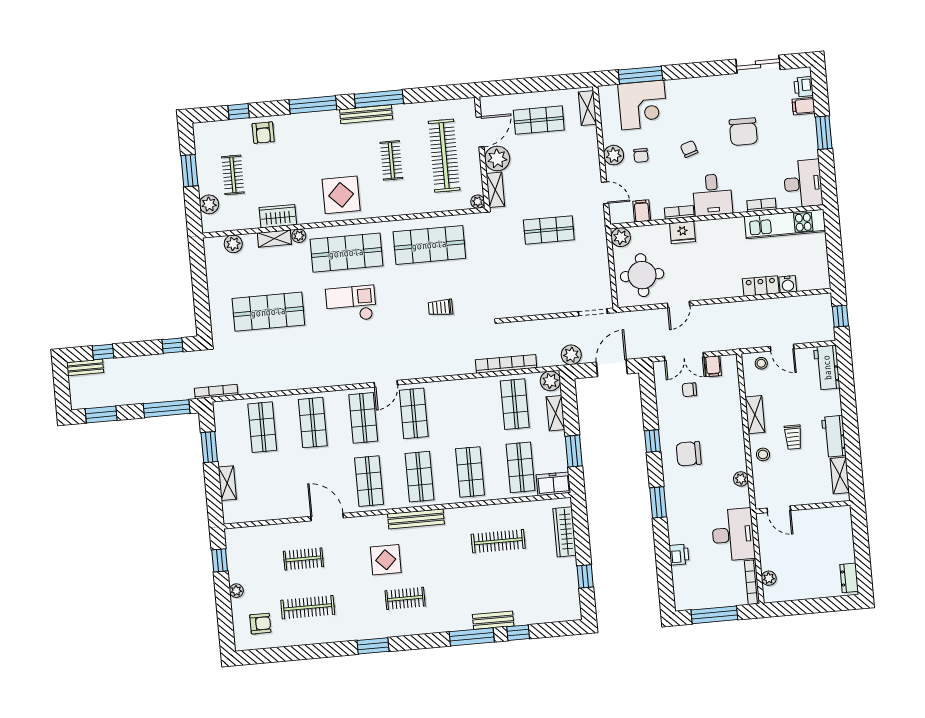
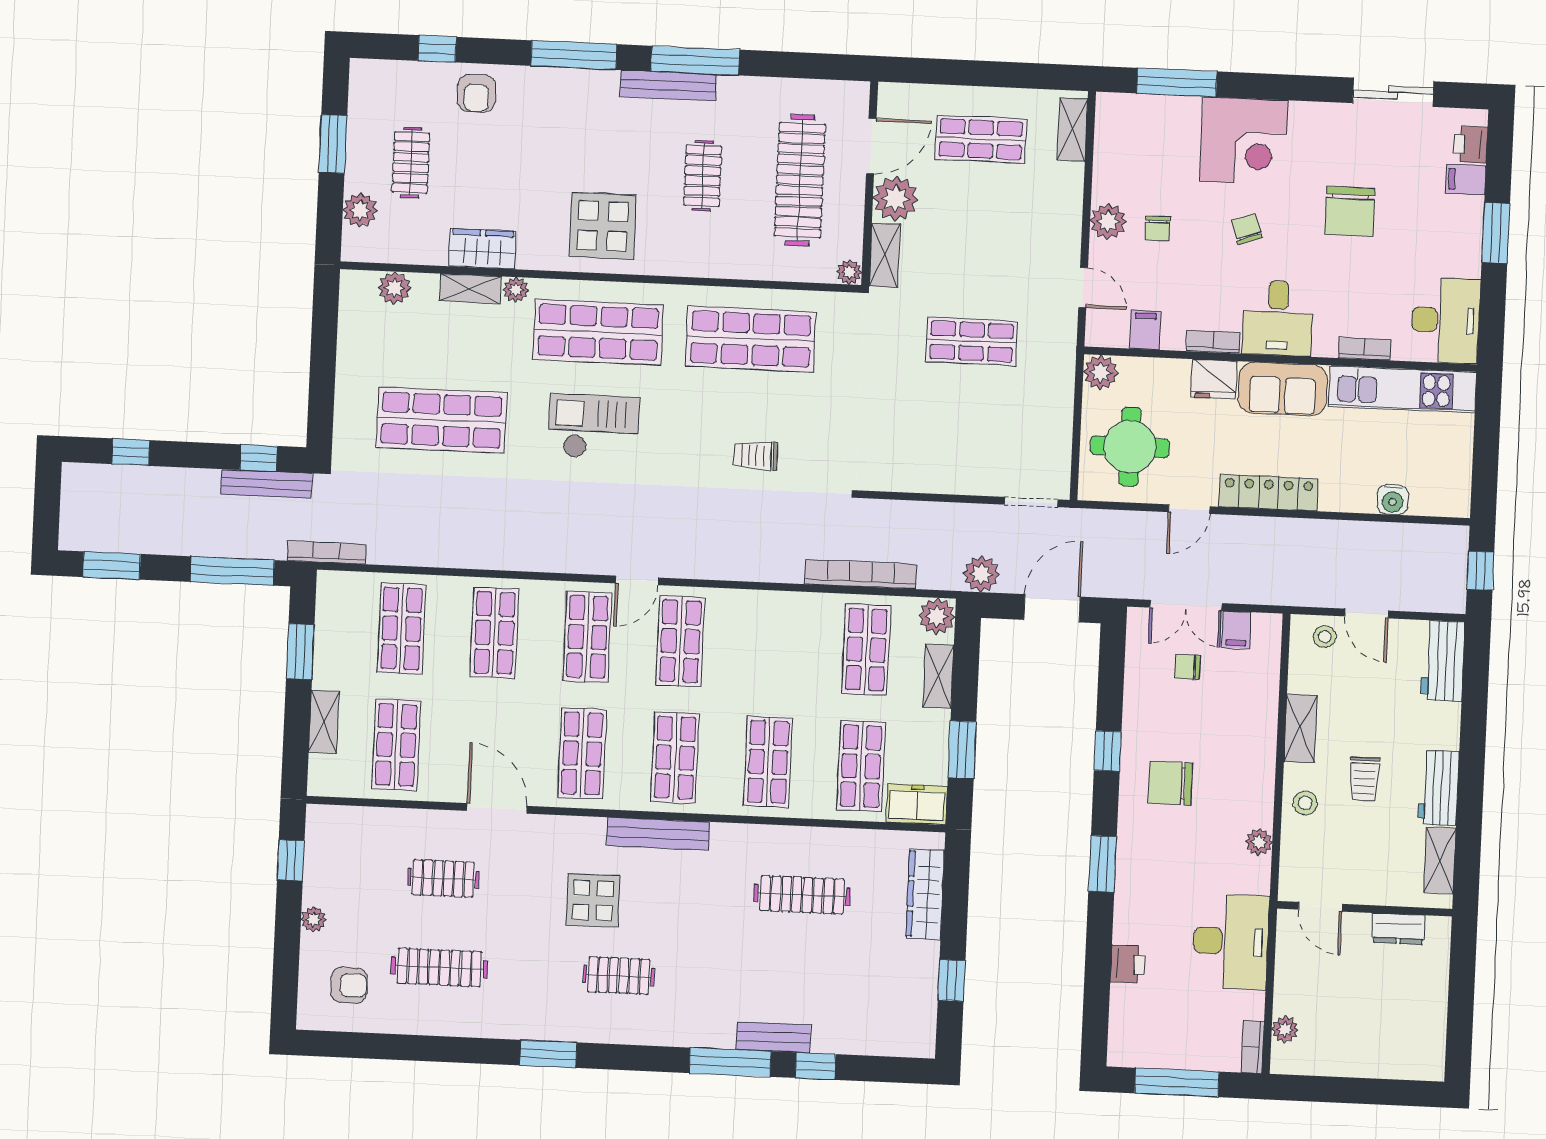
corner desk: (643, 105) -> (1244, 141), moved
sofa: (720, 233) -> (1283, 389), added
locker: (761, 286) -> (1269, 493), moved, width x1.53
bench: (85, 367) -> (267, 484), moved, width x1.36
shop shelf: (268, 490) -> (396, 745), added
dresser: (849, 578) -> (1399, 929), moved, turned -90
bookcase: (752, 582) -> (1253, 1047), width x0.64

